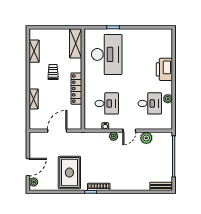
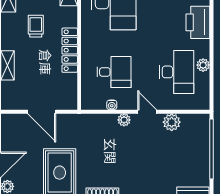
desk: (150, 103) -> (177, 72), width x1.37
door: (57, 131) -> (42, 112), swing flipped
door: (129, 131) -> (147, 112), swing flipped

